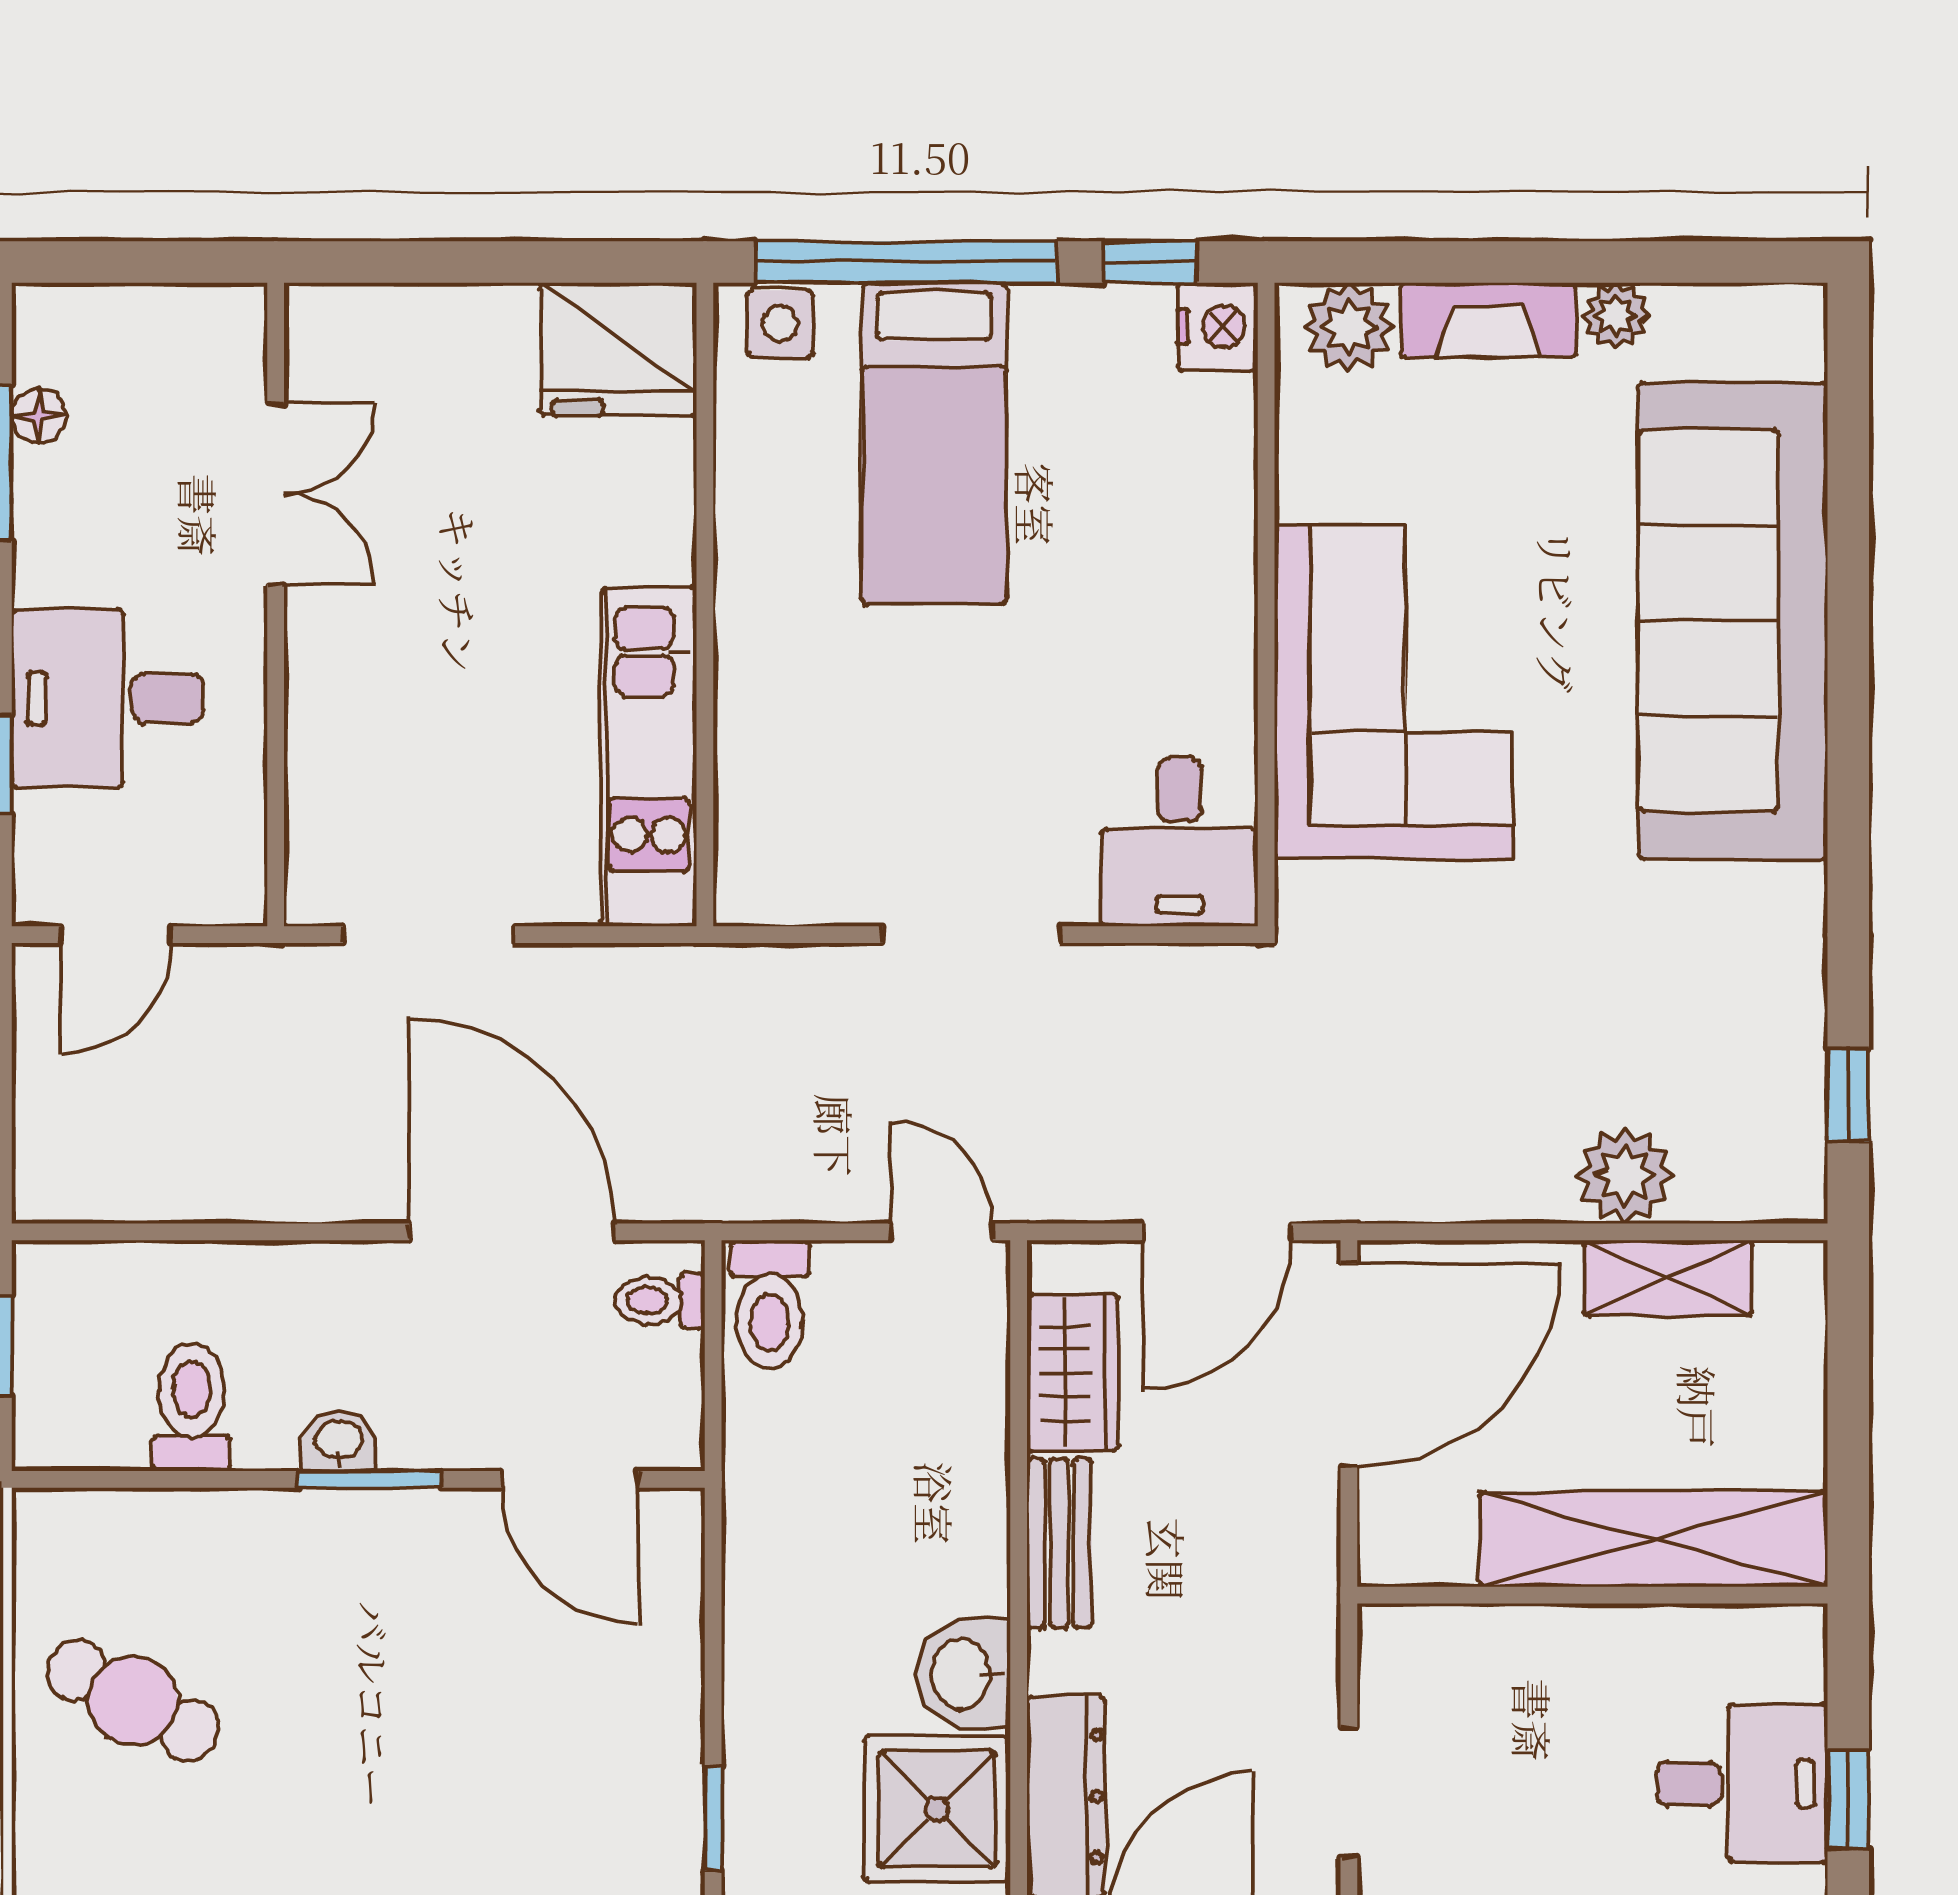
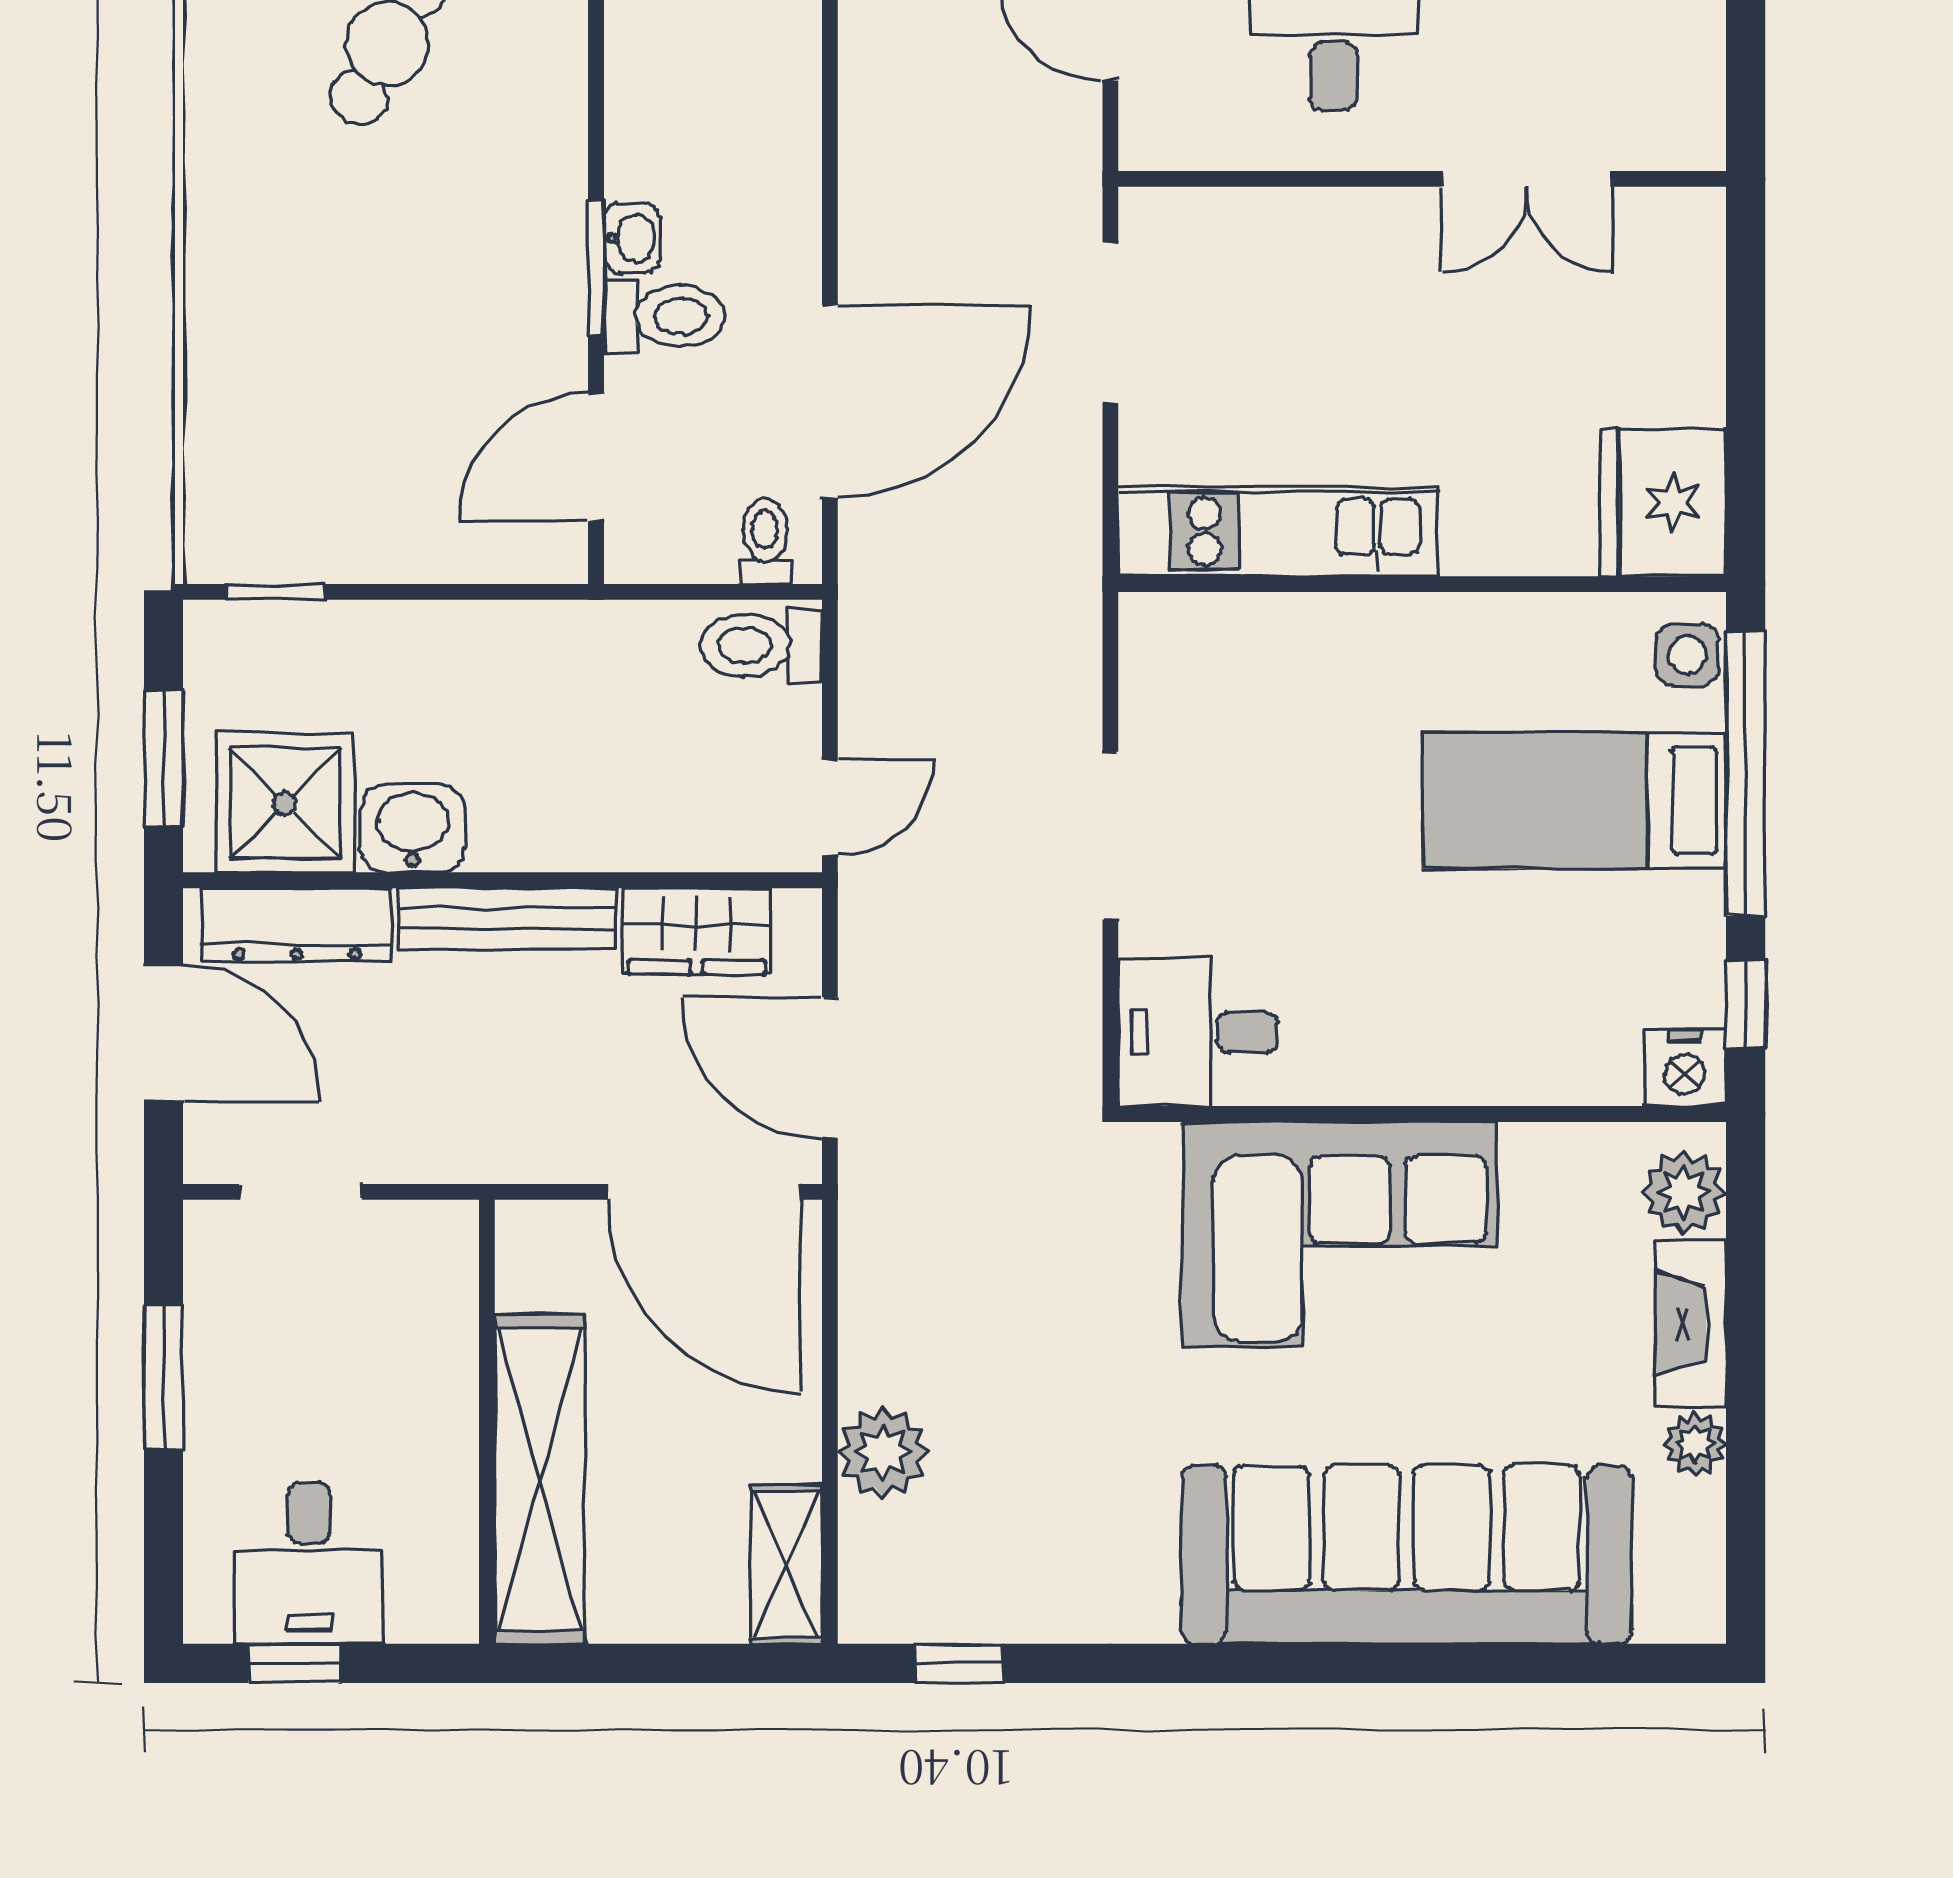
shelving: (1668, 1278) -> (786, 1565), moved
toilet: (192, 1407) -> (664, 316), moved
bench: (1059, 1543) -> (507, 919), width x1.36

